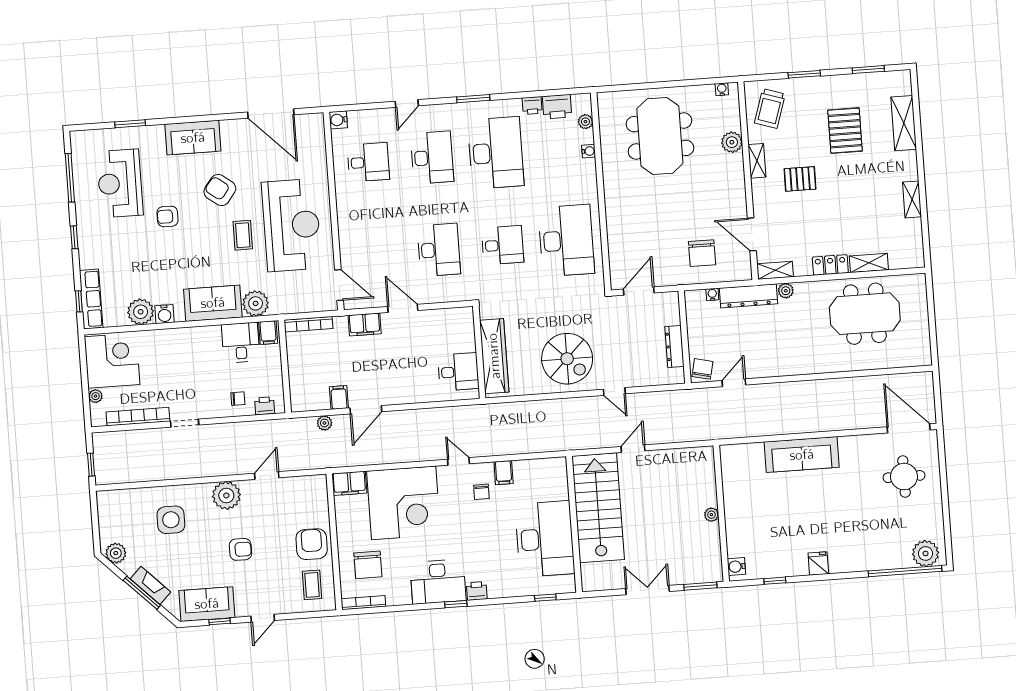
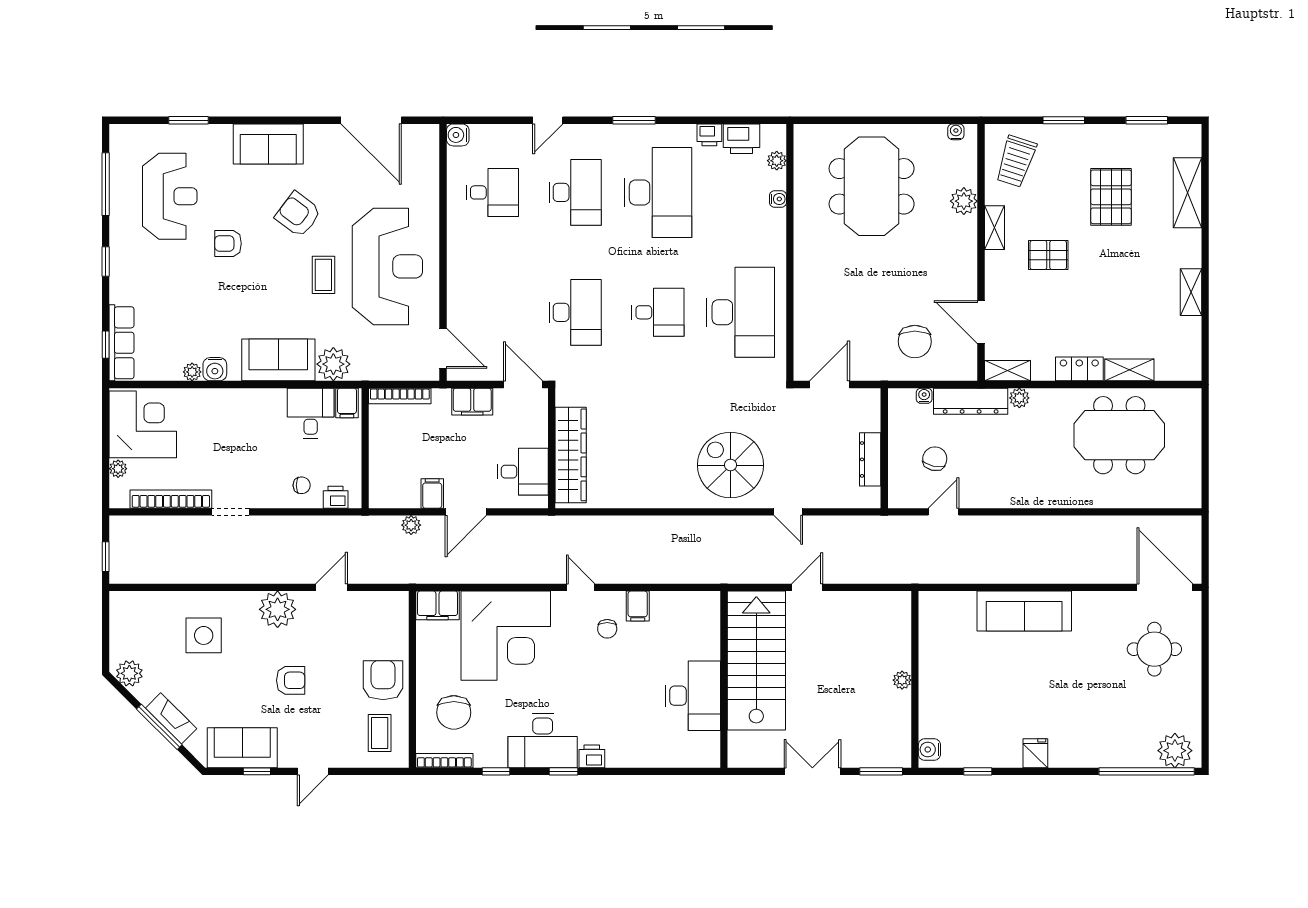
reception desk: (120, 183) -> (170, 196), turned 180
plant: (141, 312) -> (192, 372), width x0.53, depth x0.53
wall: (479, 352) -> (552, 448), moved
wardrobe: (494, 356) -> (571, 455), moved
spiral stairs: (567, 359) -> (731, 465), turned 180
chair: (702, 369) -> (935, 459), moved
desk: (458, 372) -> (523, 472), moved
desk: (545, 539) -> (693, 696), width x0.73, depth x0.77
window: (545, 598) -> (496, 771), moved

